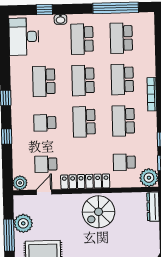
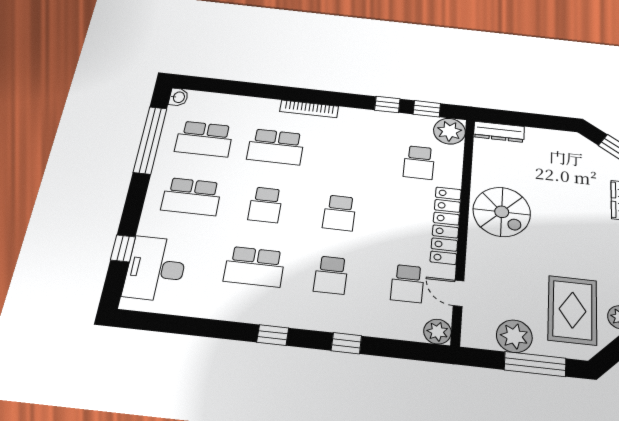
washbasin: (60, 19) -> (178, 97), moved
desk: (24, 37) -> (156, 269), moved, turned 90
school desk: (83, 80) -> (266, 205), width x0.54
school desk: (123, 121) -> (347, 155), removed
school desk: (84, 122) -> (339, 213), width x0.54

